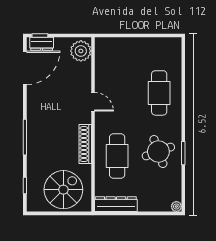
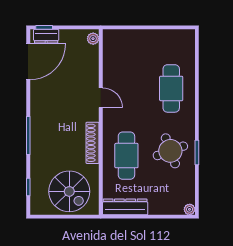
plant: (81, 51) -> (93, 39), width x0.53, depth x0.53
spiral stairs: (63, 190) -> (69, 191), turned 90

